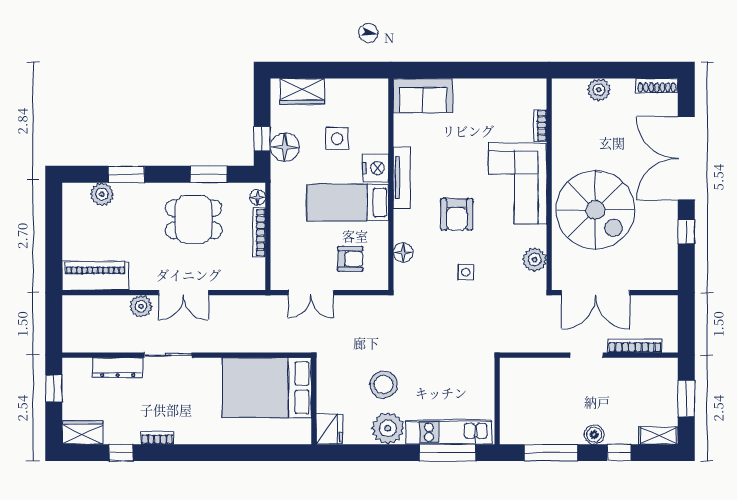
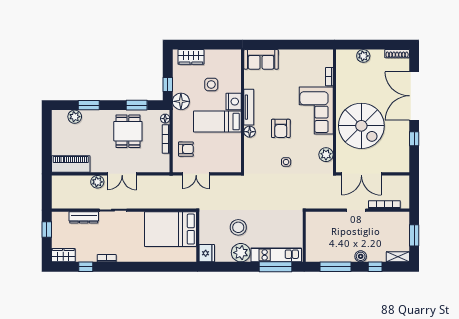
floor lamp: (285, 147) -> (181, 101), moved
dining table: (194, 219) -> (128, 131), turned 90
floor lamp: (403, 253) -> (250, 132), moved
armchair: (350, 259) -> (186, 149), moved

